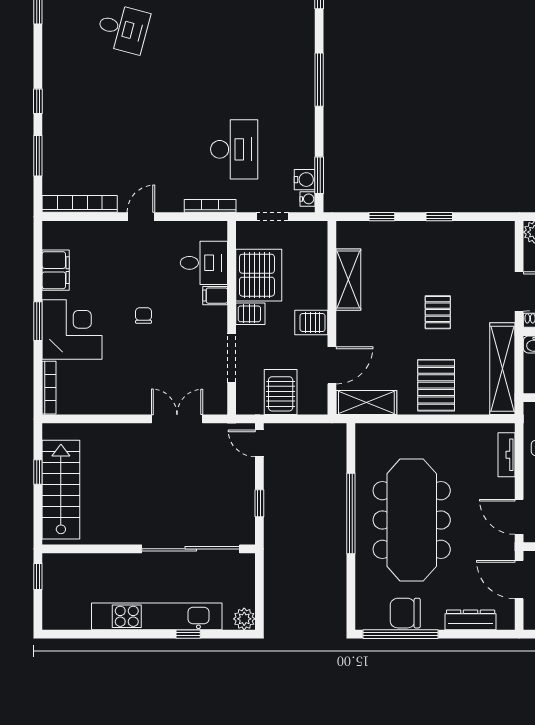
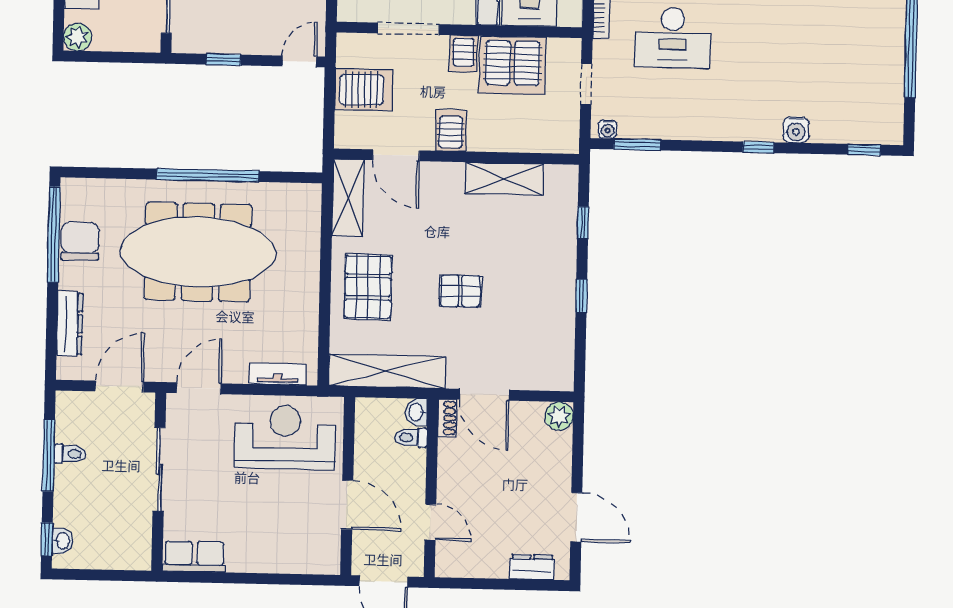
window: (319, 80) -> (758, 147), width x0.46
water cooler: (305, 180) -> (796, 130), moved
pallet: (436, 385) -> (368, 287), turned 90

